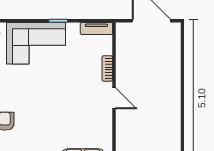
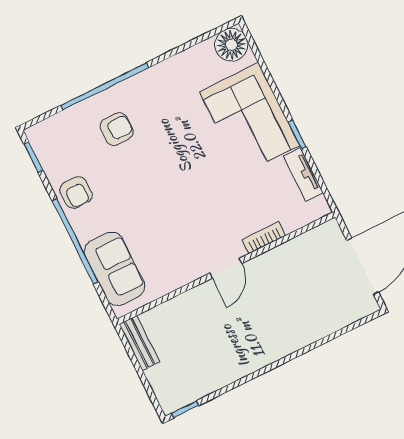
tv unit: (96, 28) -> (303, 174), moved

